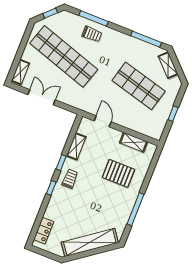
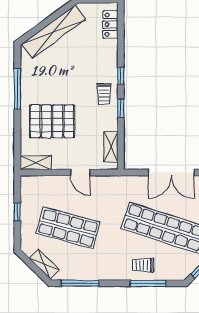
double door: (42, 97) -> (171, 173), width x1.37
door: (103, 121) -> (80, 173), moved
shelving: (133, 142) -> (36, 163), moved
shelving: (76, 146) -> (111, 147), moved
pallet: (118, 173) -> (52, 121), width x1.37, depth x1.41

